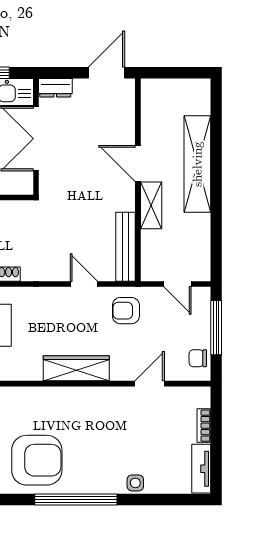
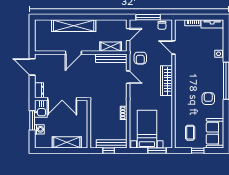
shelving: (151, 205) -> (111, 47), moved
door: (84, 284) -> (128, 77), swing flipped
armchair: (37, 460) -> (208, 99), width x0.53, depth x0.53

